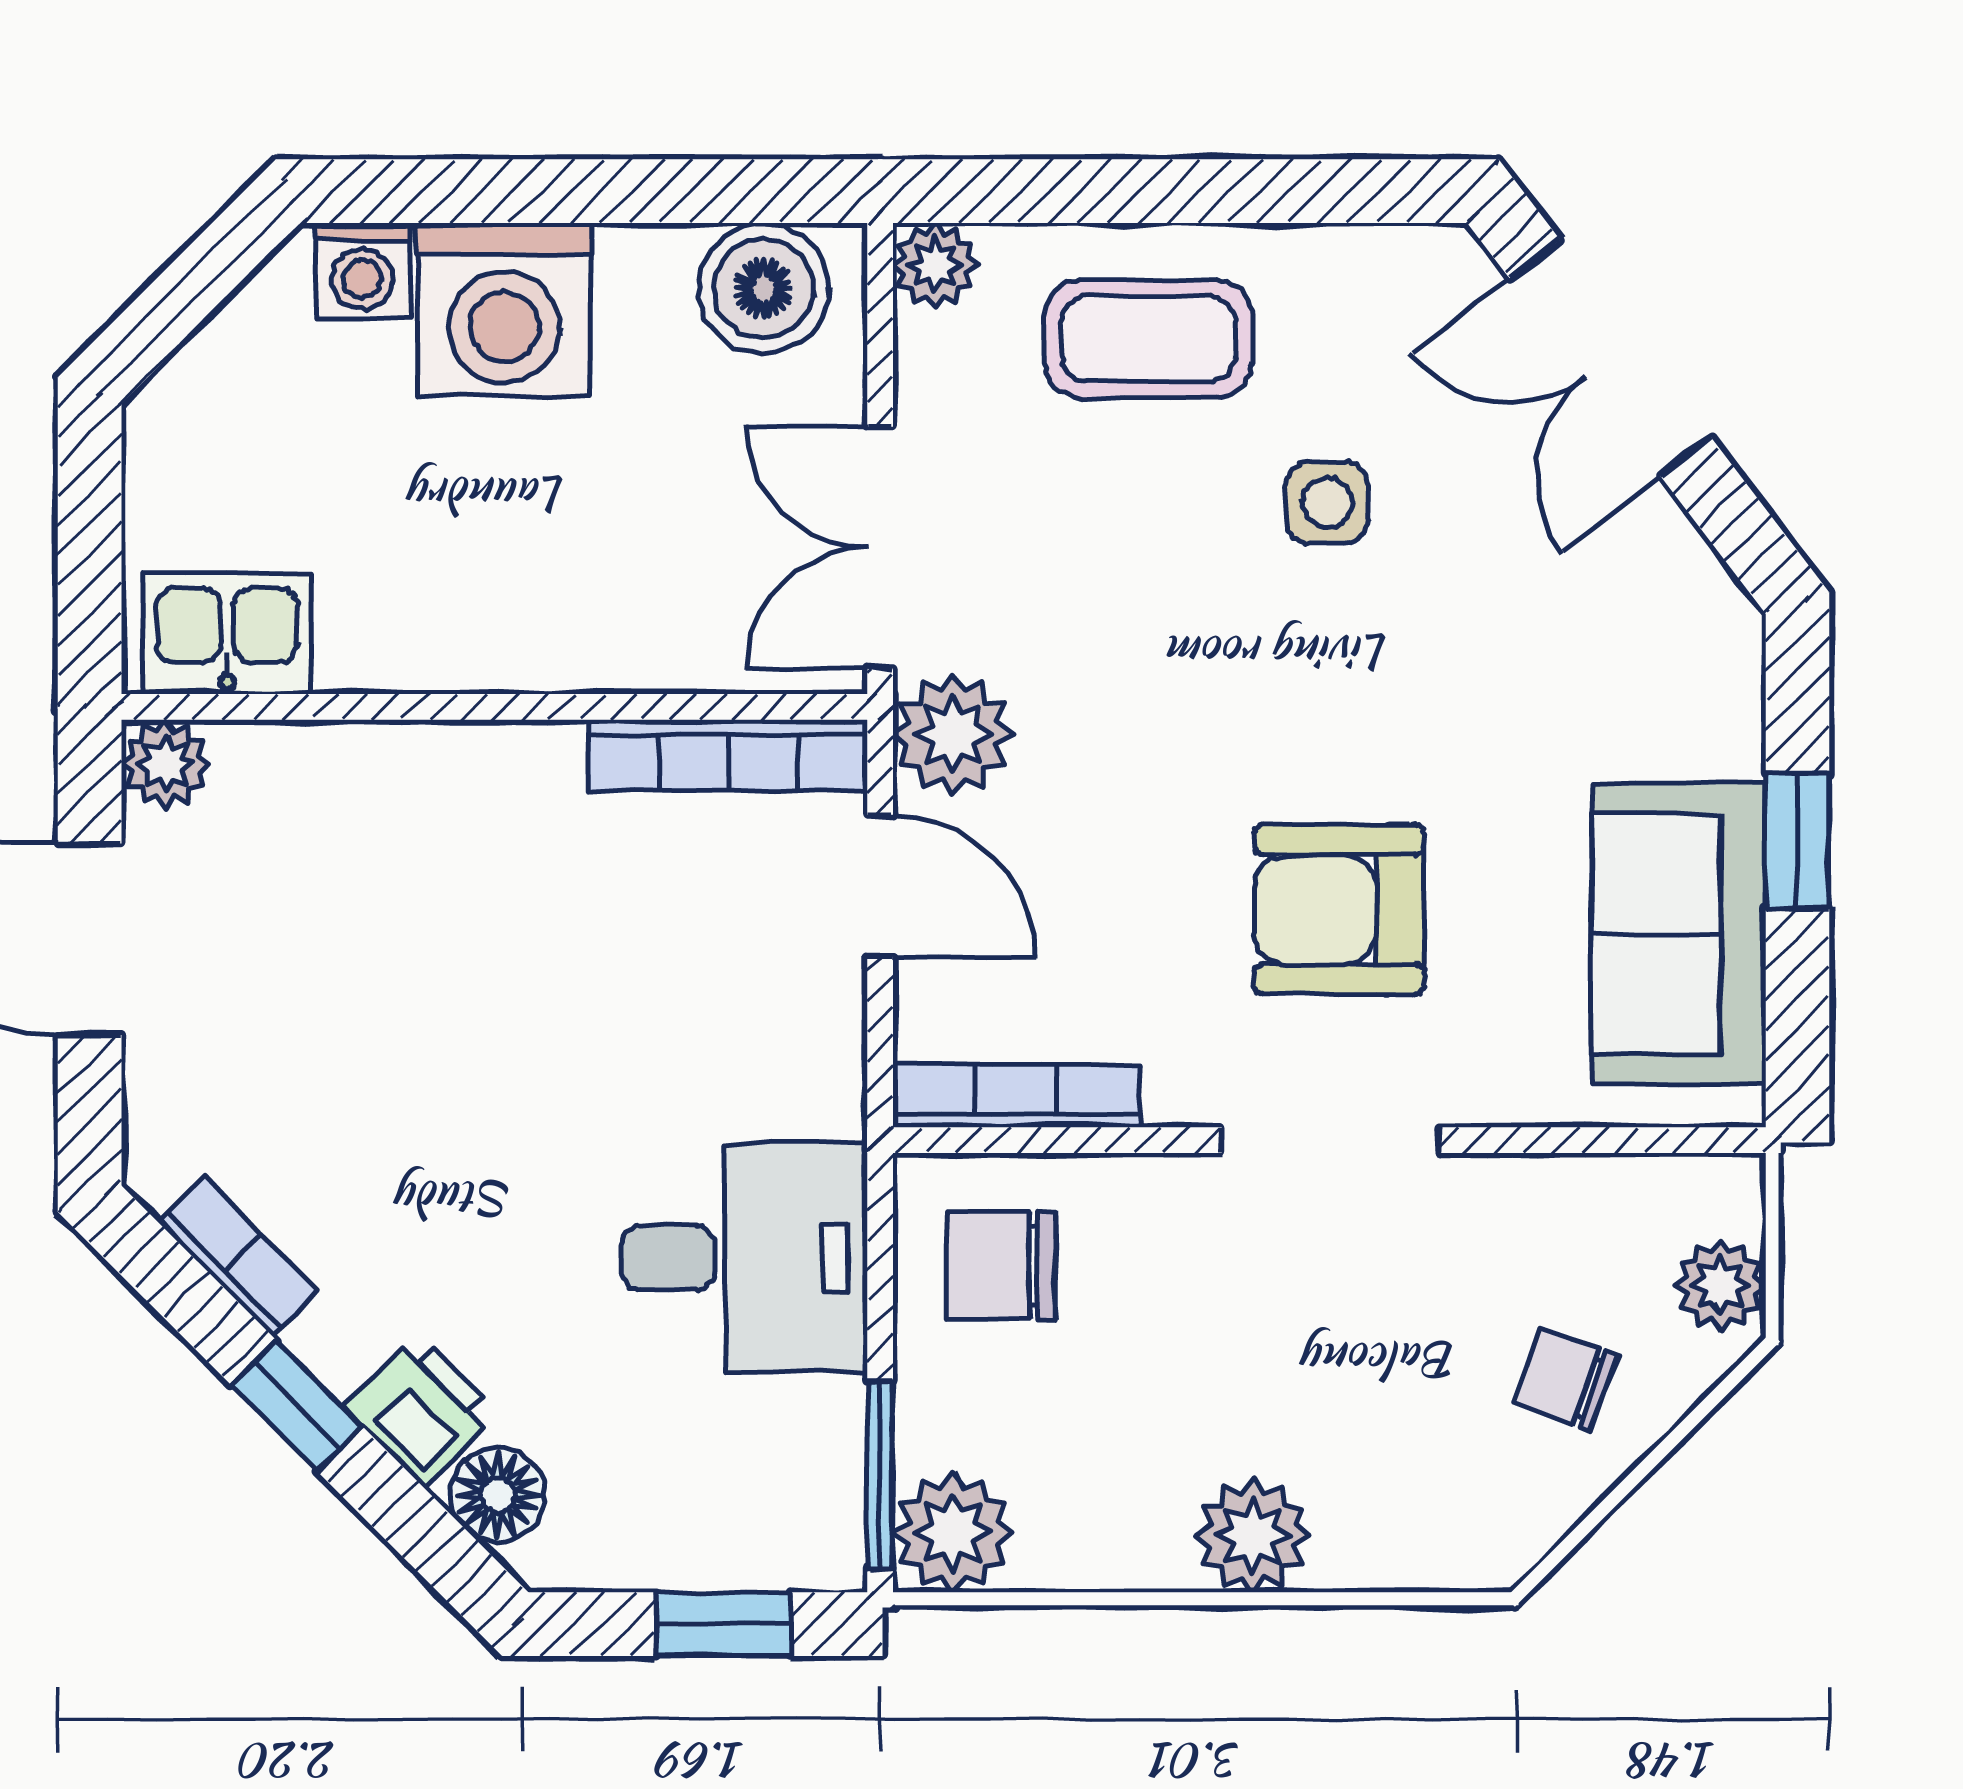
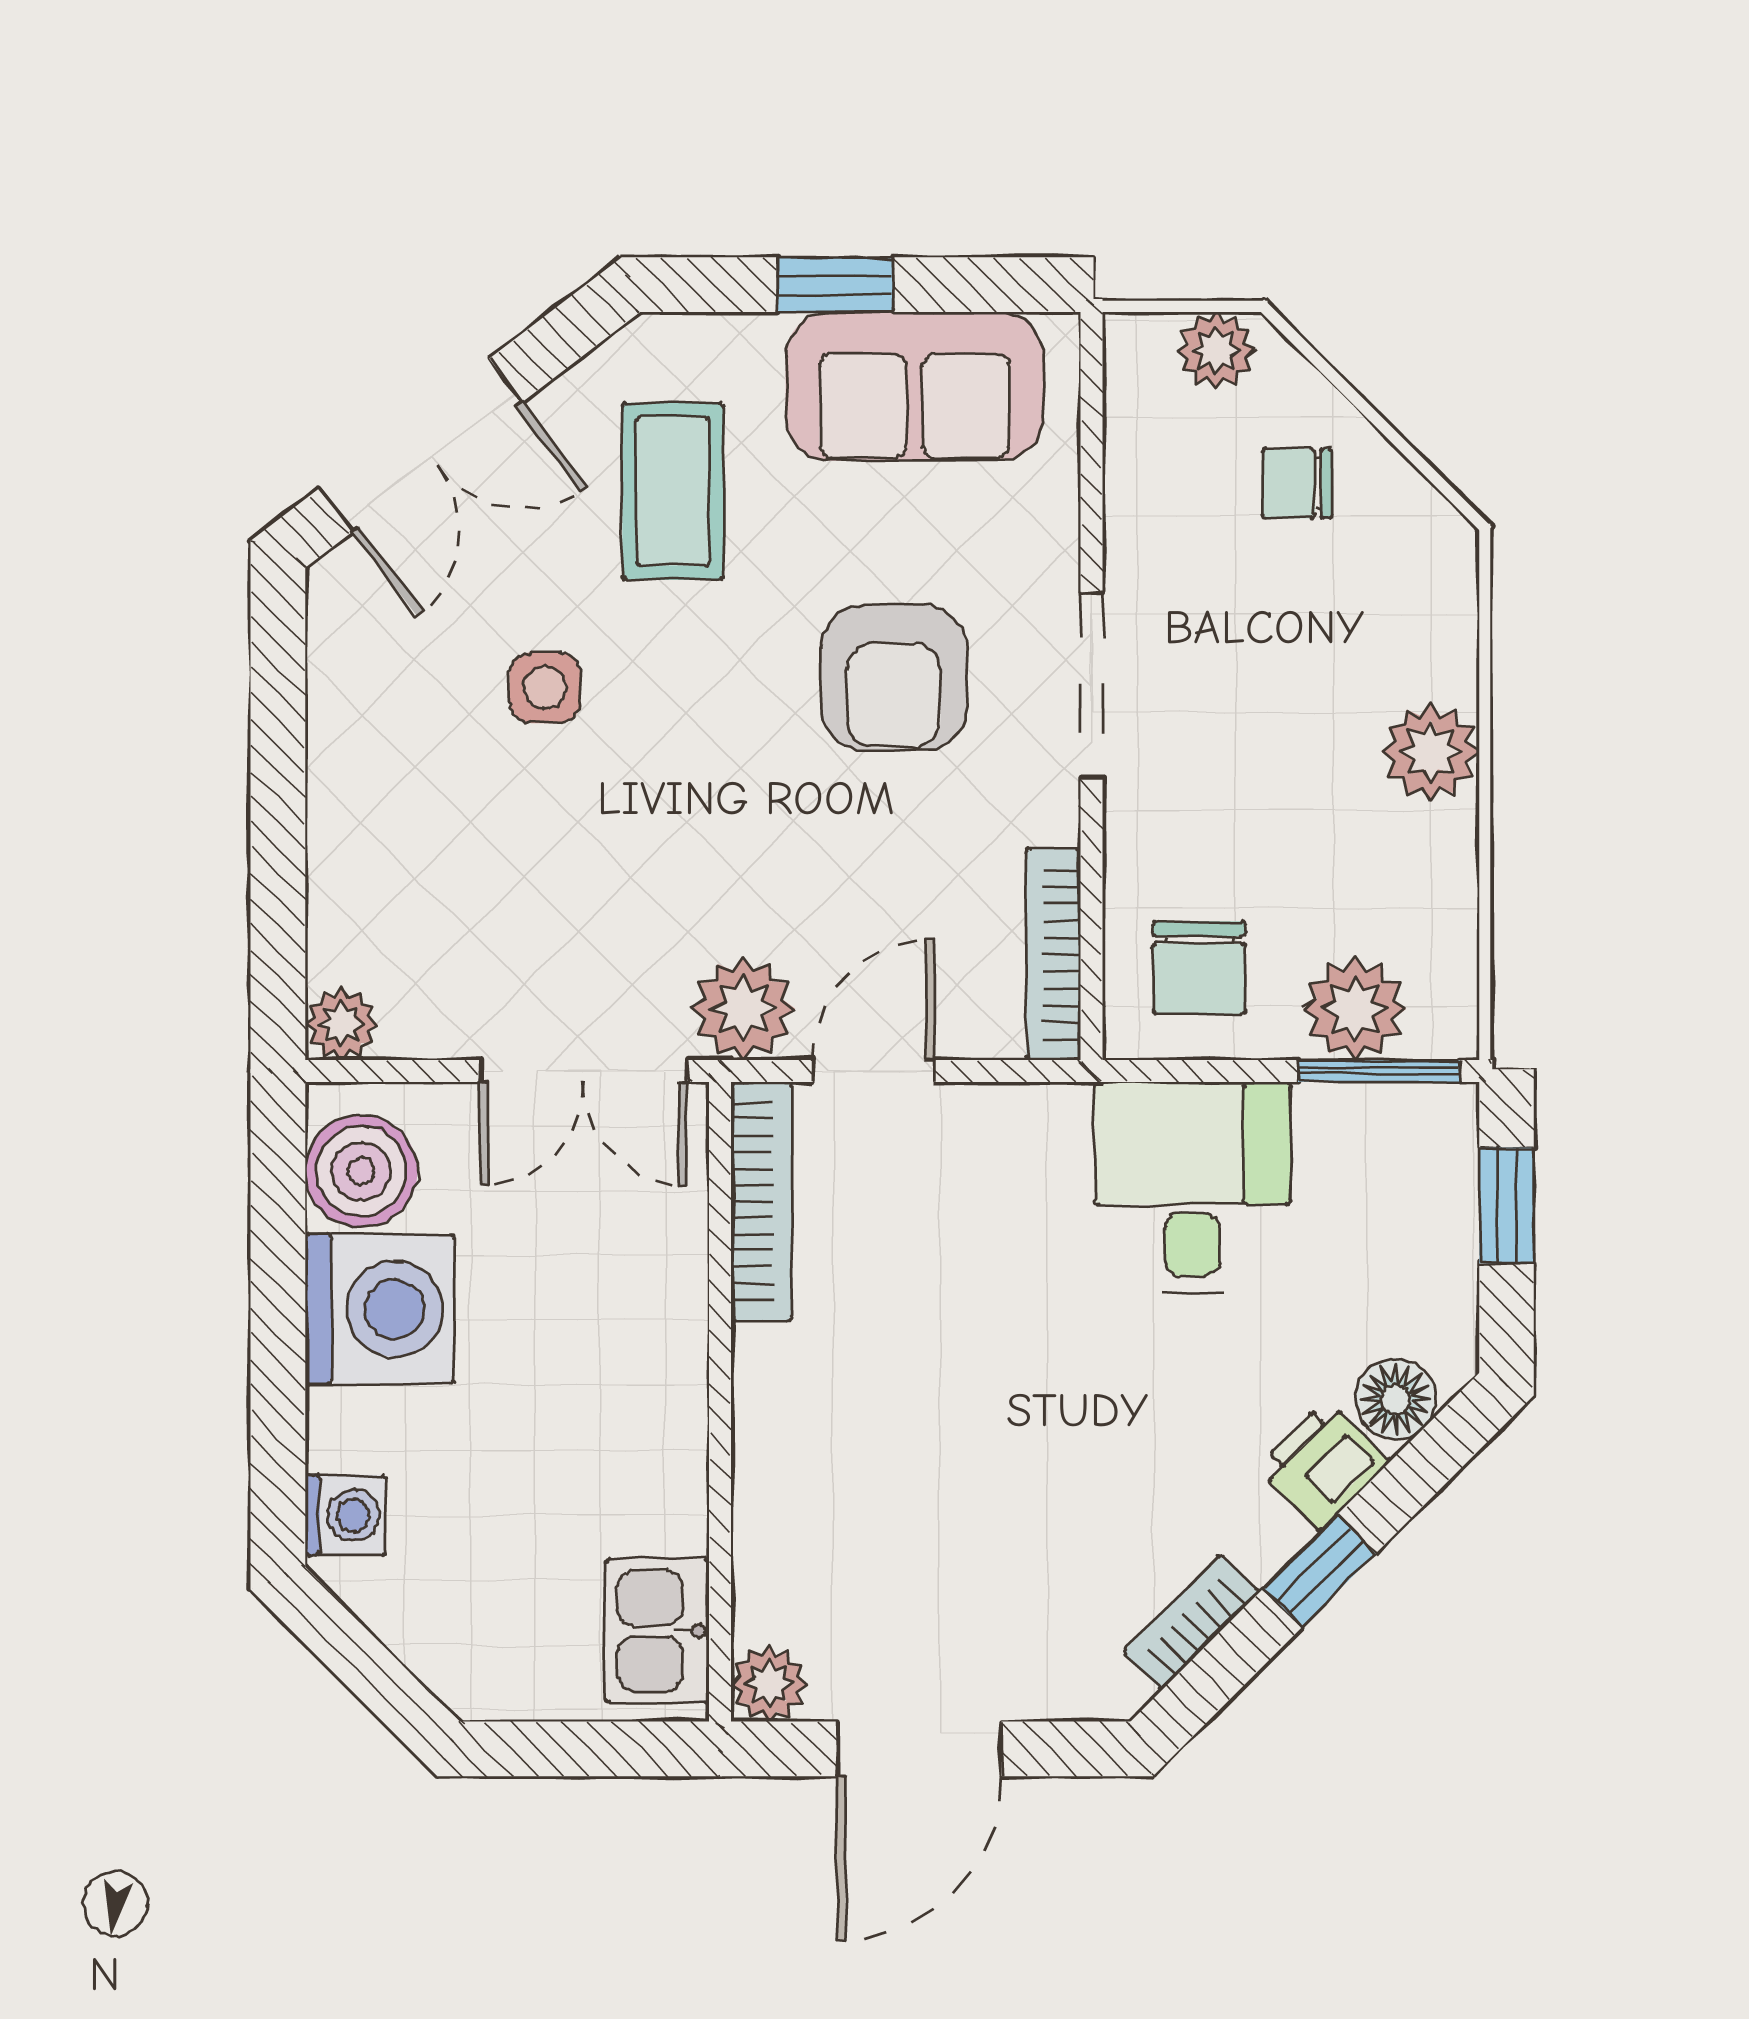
washing machine: (504, 310) -> (380, 1309), moved
coffee table: (1148, 339) -> (673, 491), moved
chair: (1566, 1380) -> (1297, 483), turned 70
plant: (953, 1532) -> (1355, 1009), moved

